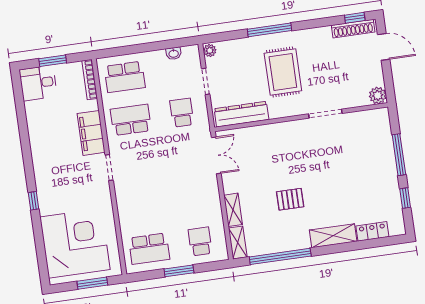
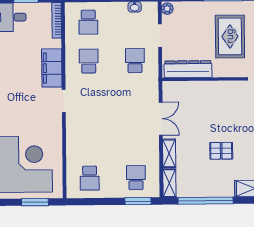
school desk: (125, 77) -> (88, 22), width x0.54
school desk: (131, 120) -> (89, 61), width x0.54
double door: (216, 155) -> (161, 119), moved
school desk: (149, 249) -> (90, 178), width x0.54
window: (179, 271) -> (138, 201), moved

